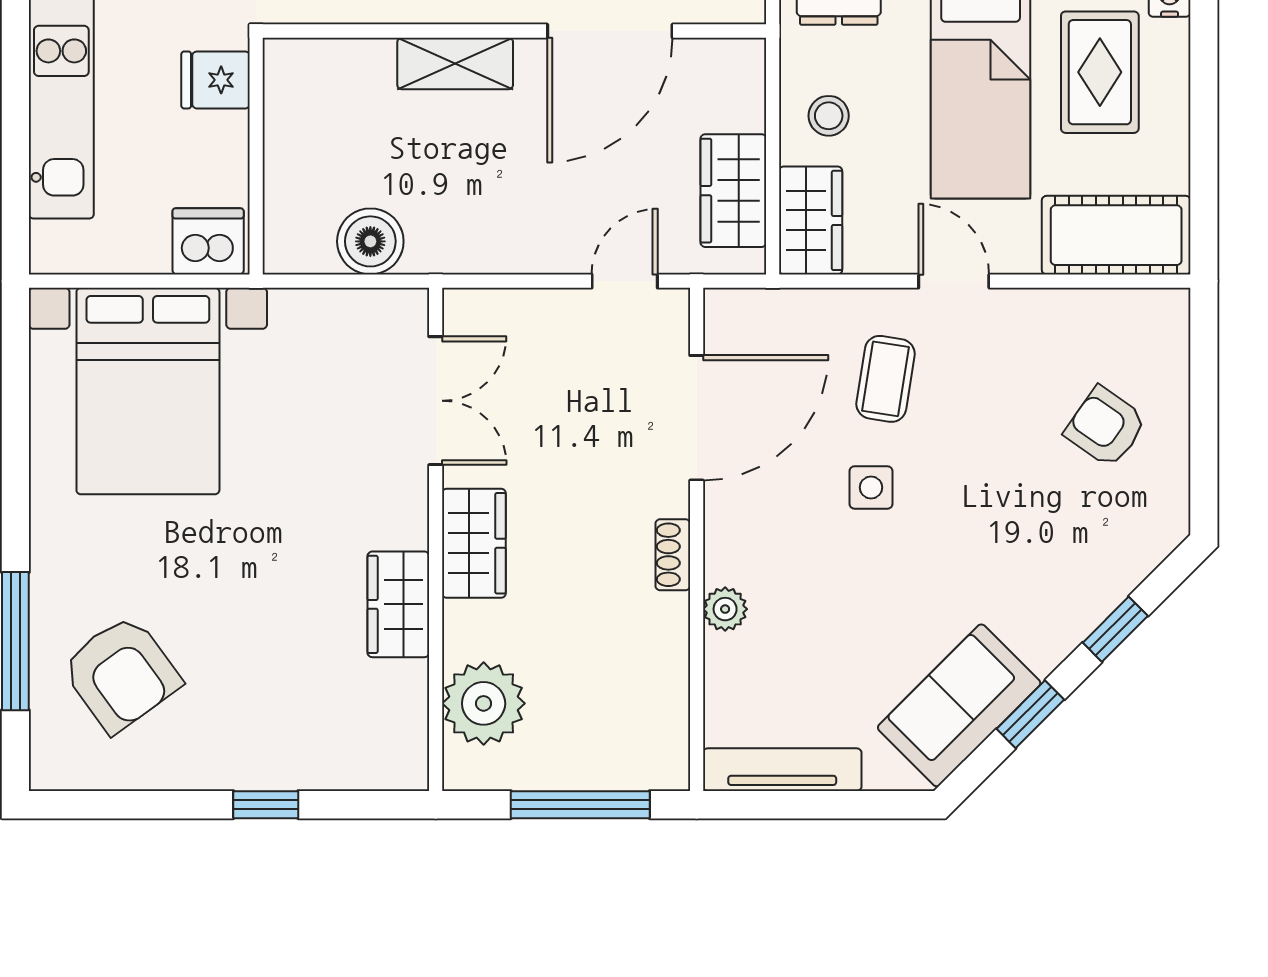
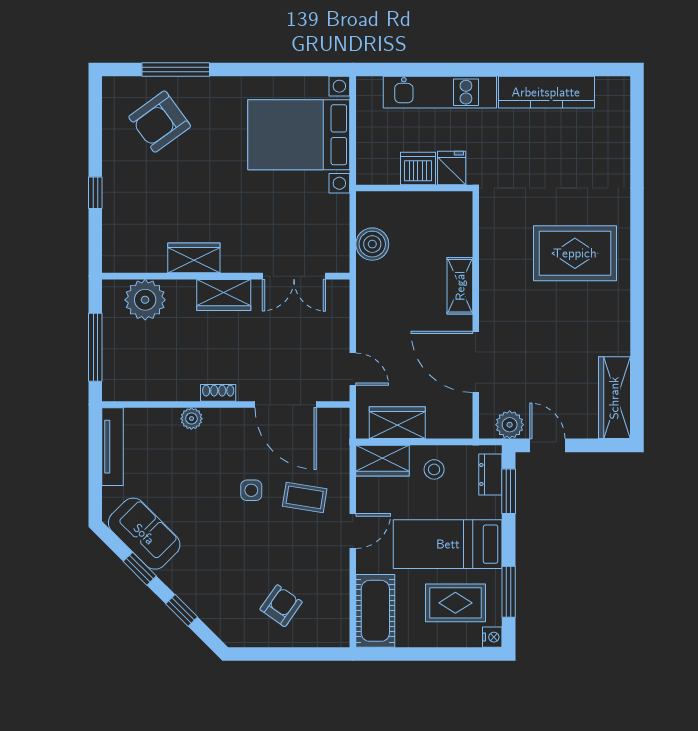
dishwasher: (208, 241) -> (418, 168), moved, turned -90

